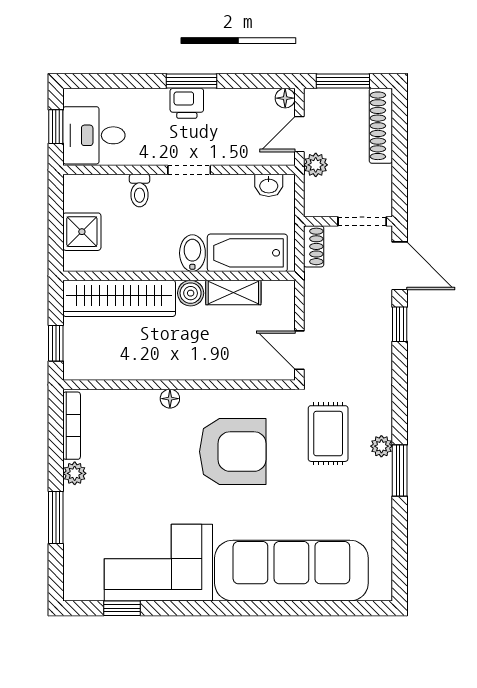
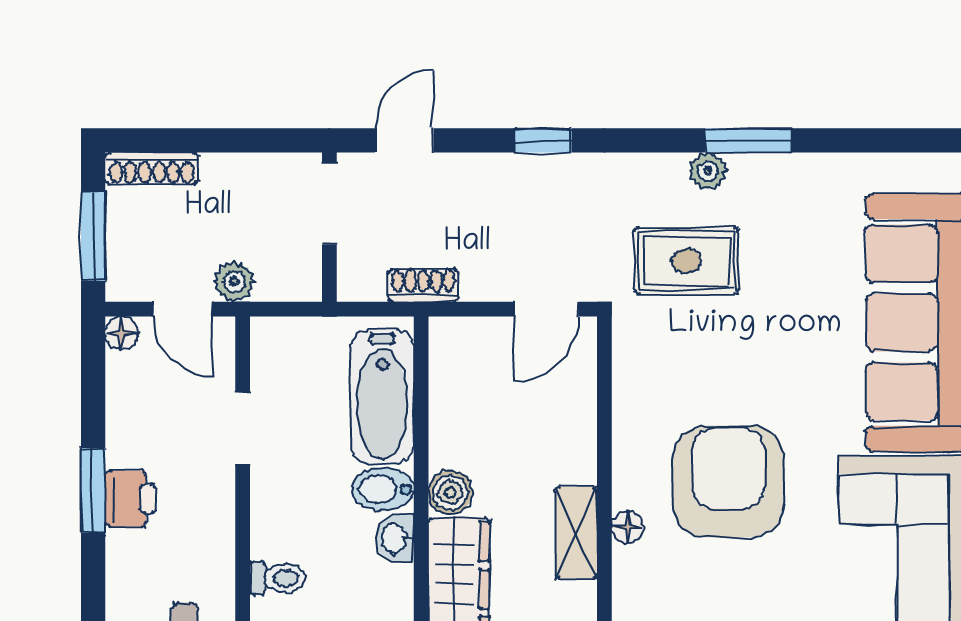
shoe rack: (381, 126) -> (152, 168), width x0.74, depth x0.81
doorway: (189, 170) -> (243, 428), moved
washbasin: (269, 185) -> (395, 538), moved, turned 180
shoe rack: (314, 246) -> (423, 285), moved
door: (400, 266) -> (404, 140), width x0.73
shelving: (233, 293) -> (576, 533), moved
window: (400, 324) -> (543, 140), moved
armchair: (233, 452) -> (728, 482), moved

